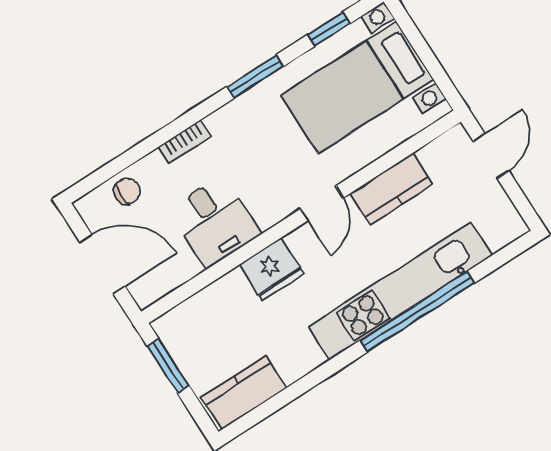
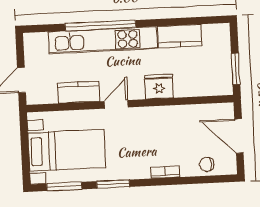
window: (329, 29) -> (64, 186), width x1.50
desk: (215, 222) -> (173, 125), removed
kitchen counter: (244, 392) -> (180, 36), moved

